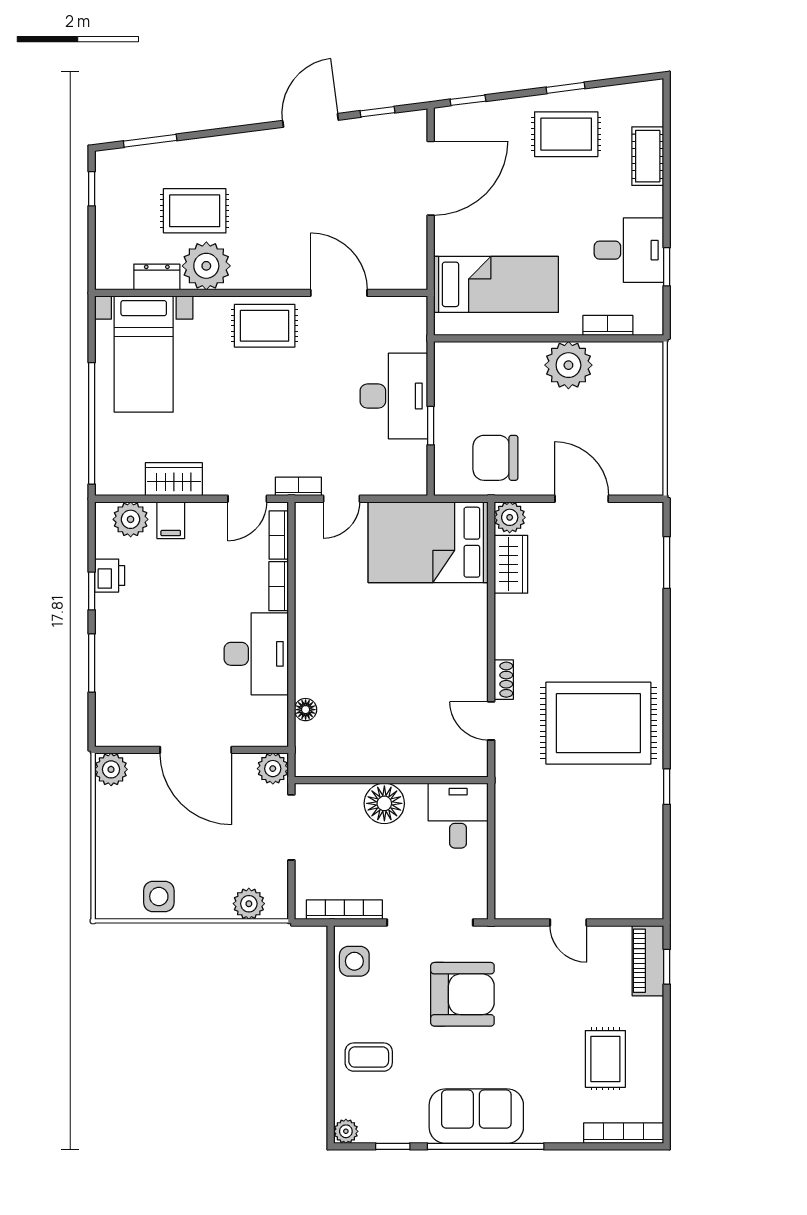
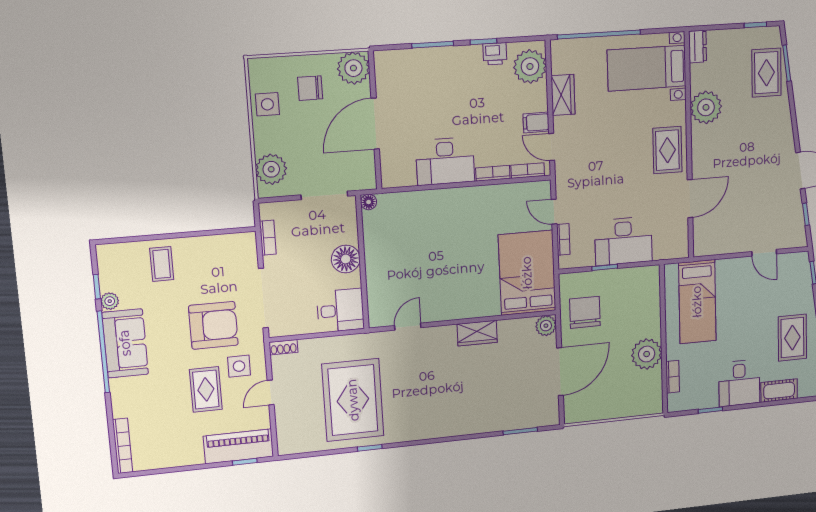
door: (431, 178) -> (764, 253), width x0.53
rug: (195, 211) -> (766, 73), moved
desk: (629, 250) -> (739, 383), moved
dresser: (157, 277) -> (698, 47), moved
bookcase: (298, 486) -> (563, 239), moved
door: (582, 499) -> (560, 372), width x1.36
plant: (131, 519) -> (530, 66), width x1.36, depth x1.36
filing cabinet: (171, 520) -> (536, 123), moved
wardrobe: (511, 564) -> (477, 333), moved
shoe rack: (504, 680) -> (283, 347), moved
floor lamp: (306, 710) -> (369, 202), moved
rug: (598, 723) -> (353, 400), moved
plant: (111, 769) -> (353, 68), width x1.36, depth x1.36
plant: (273, 769) -> (365, 179), removed
chair: (141, 837) -> (310, 88), added
plant: (249, 904) -> (271, 169), width x1.36, depth x1.36
bookcase: (344, 910) -> (268, 238), width x0.64
side table: (354, 961) -> (239, 366), moved
piano: (648, 961) -> (238, 446), width x1.37, depth x1.33
armchair: (462, 994) -> (213, 325), turned -90
rug: (605, 1059) -> (206, 389), moved, turned 90
plant: (346, 1131) -> (110, 301), moved

